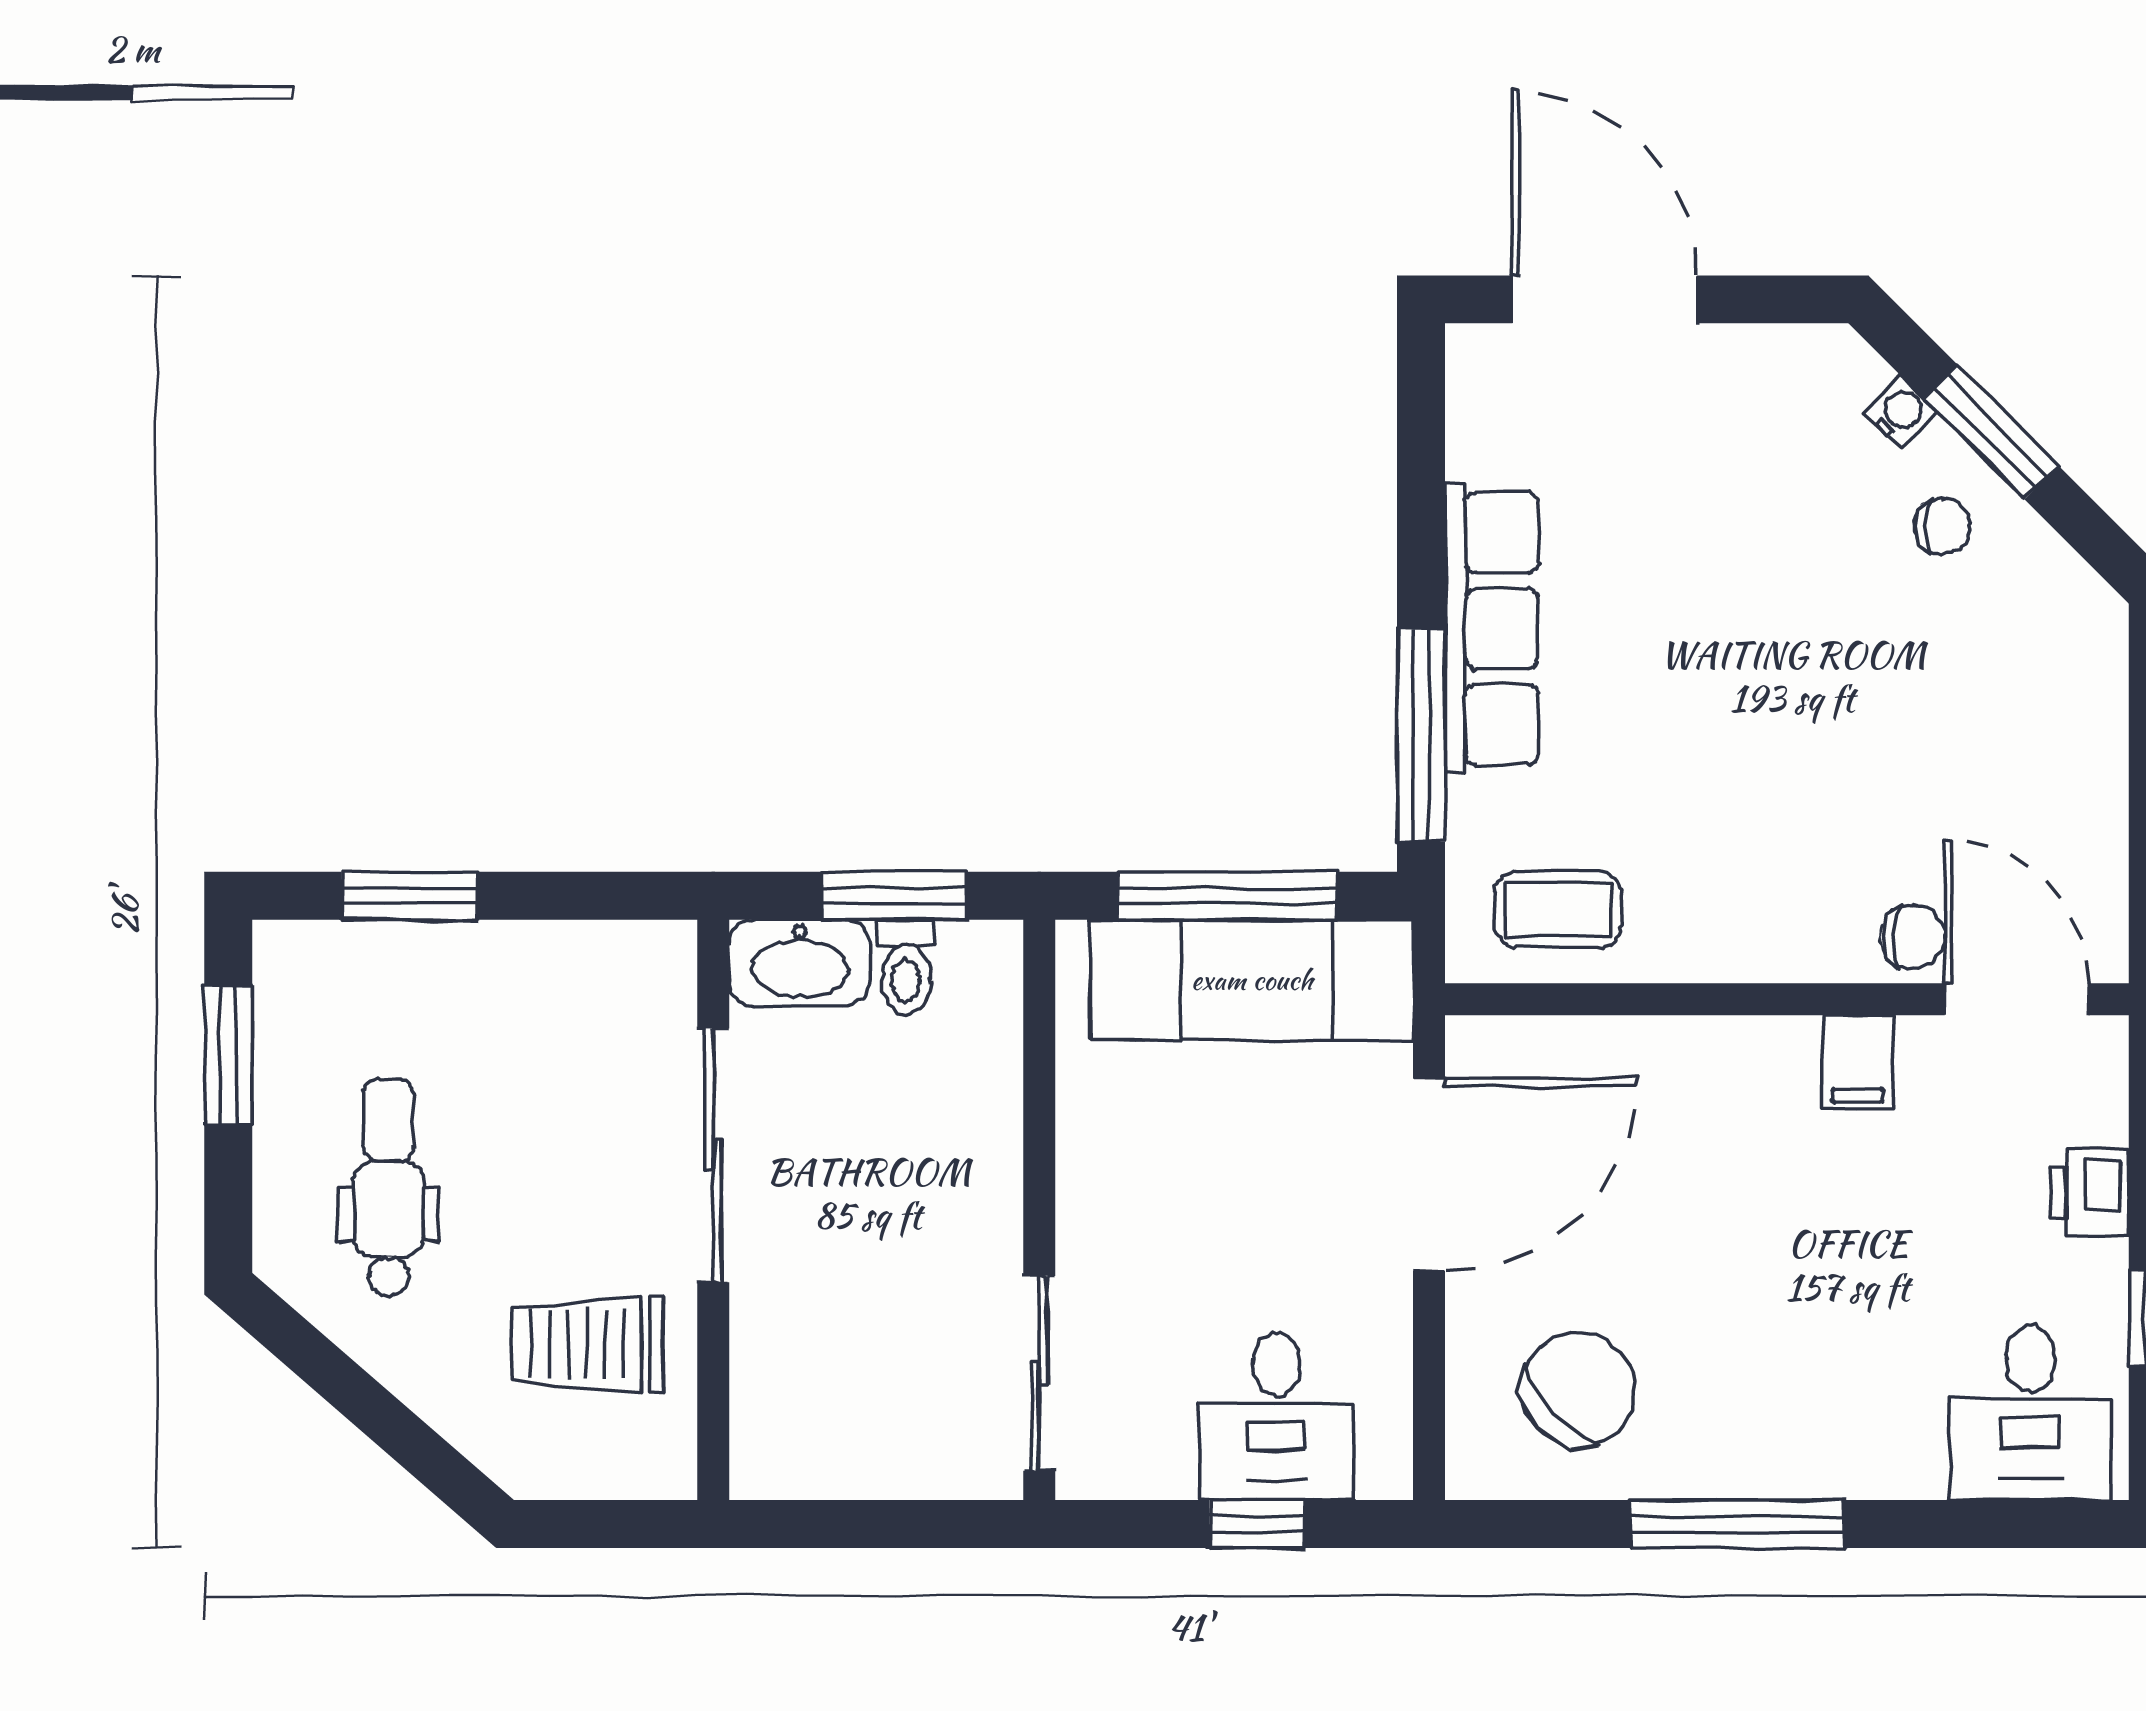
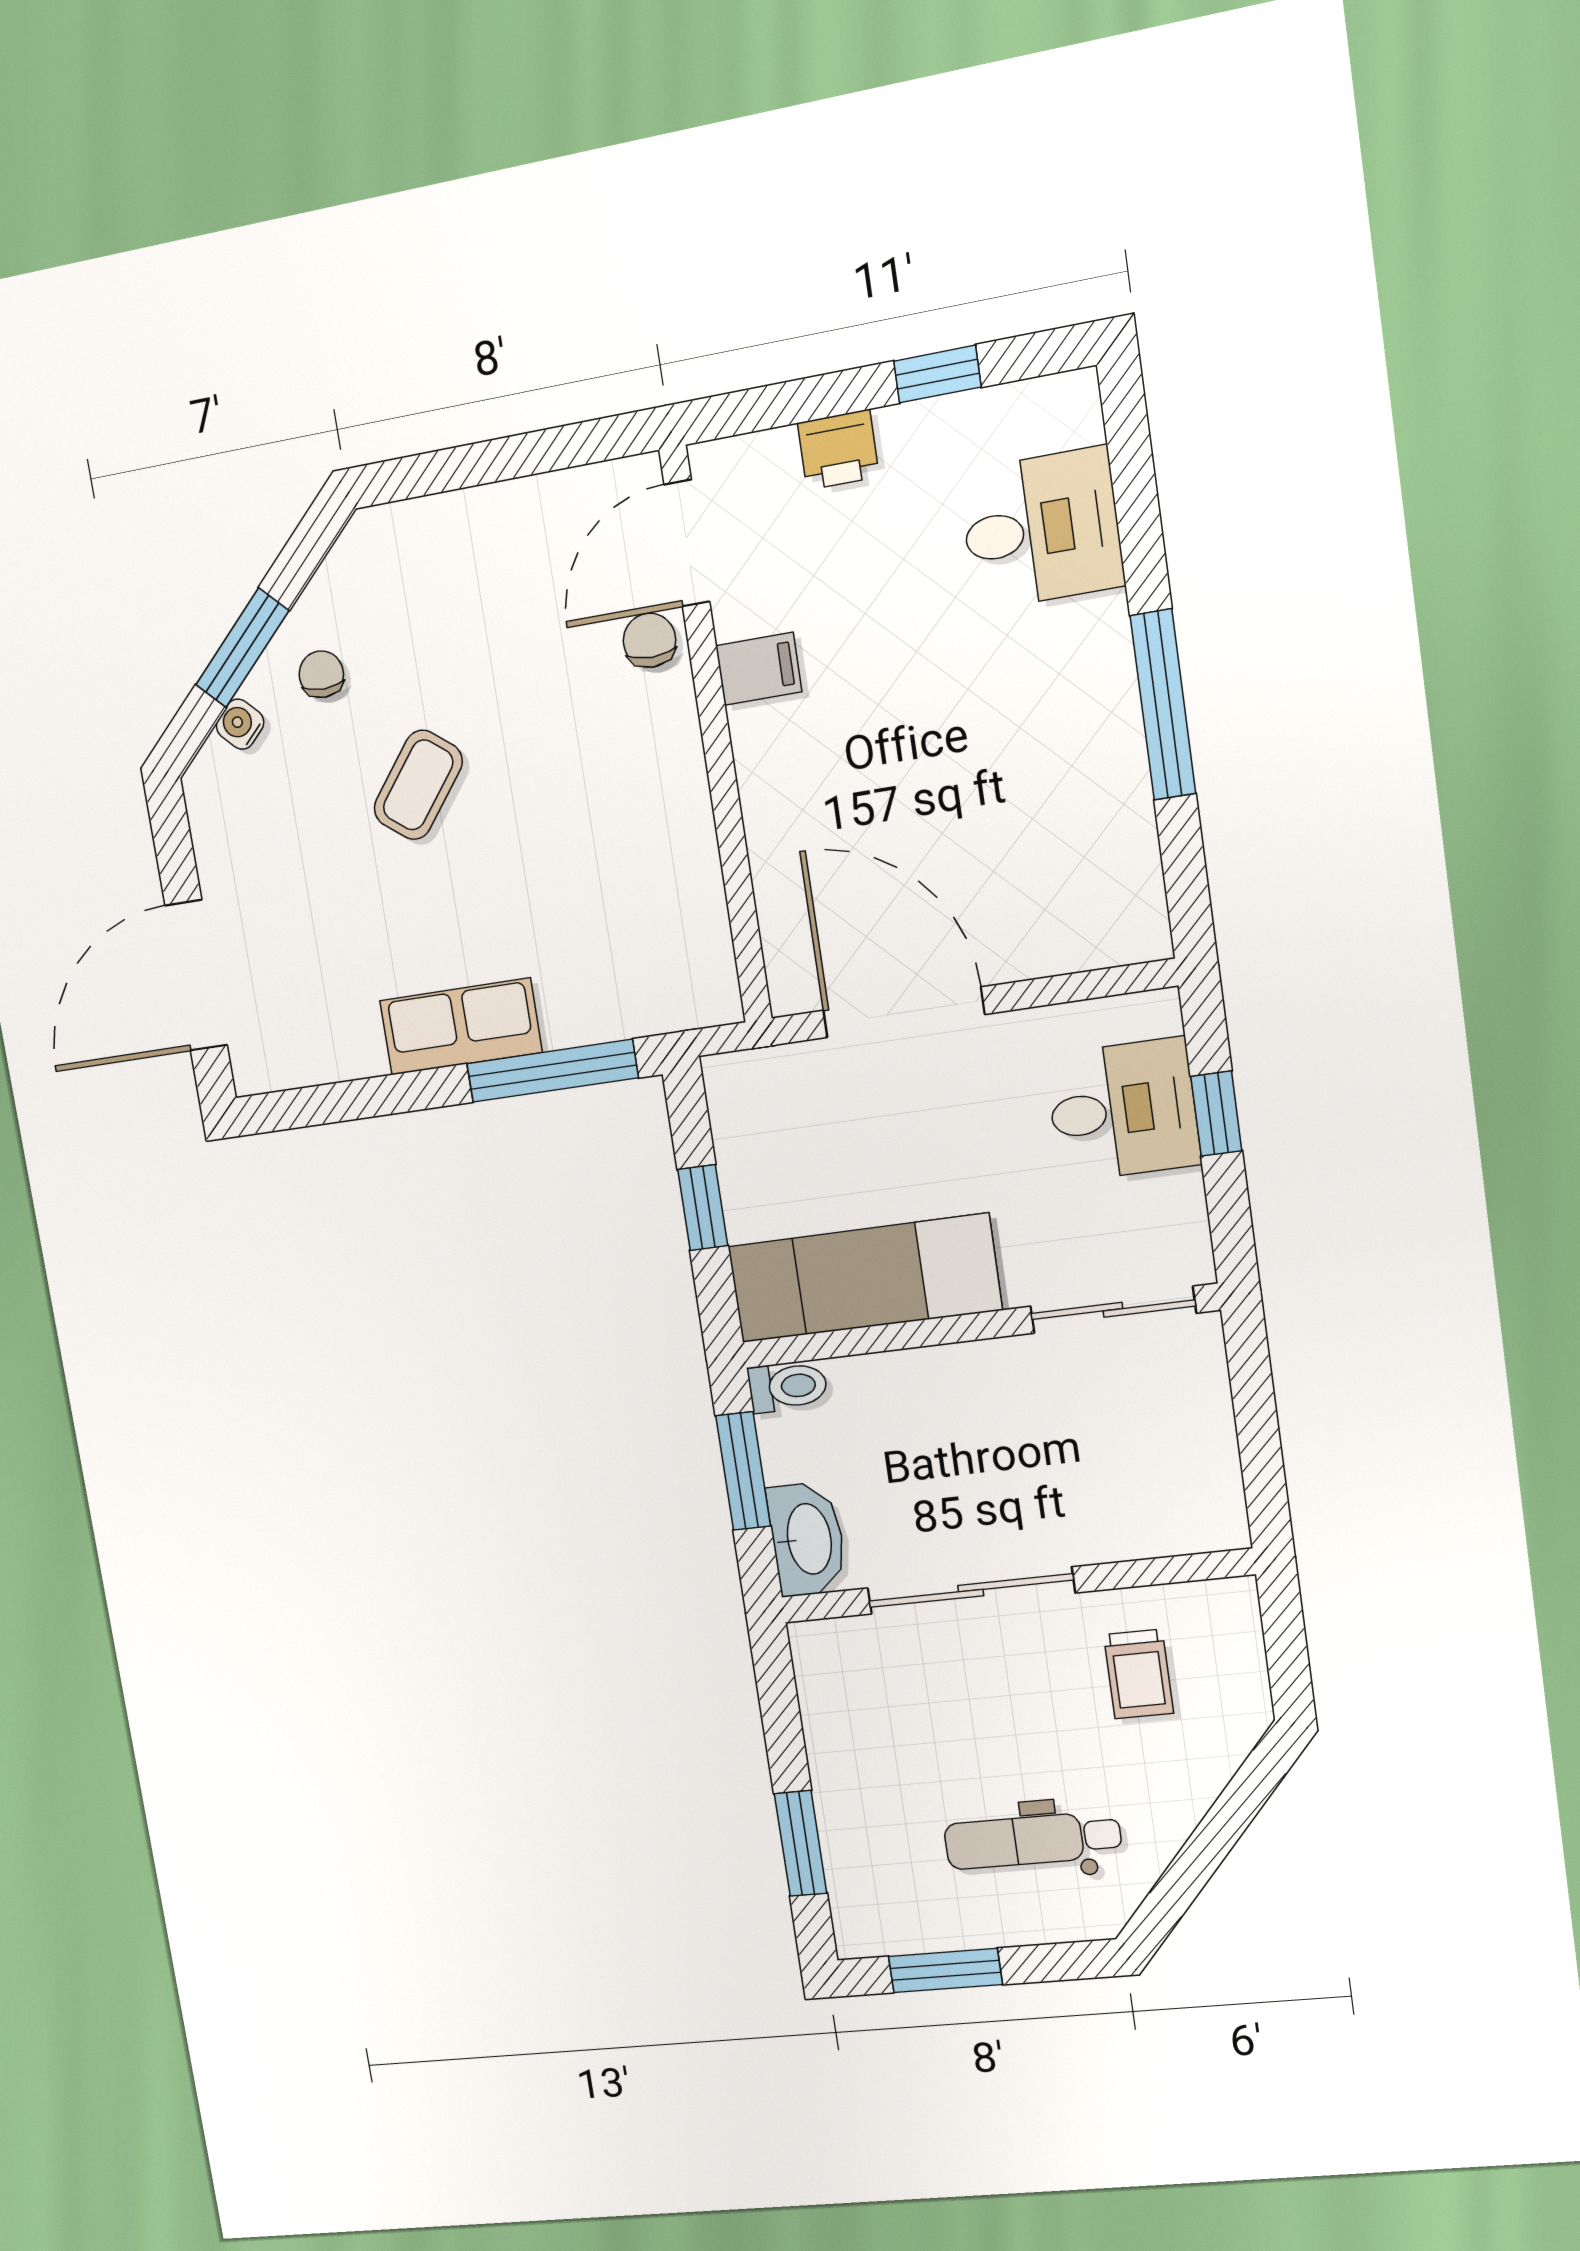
row of seats: (1492, 629) -> (461, 1027), width x0.68
window: (1228, 896) -> (703, 1208), width x0.46
coffee table: (1558, 909) -> (418, 785), moved, turned 38
toilet: (906, 967) -> (788, 1387), moved
exam couch: (1252, 980) -> (864, 1278), moved, turned -90
trolley: (588, 1344) -> (1138, 1674), width x0.73, depth x0.72
chair: (1579, 1389) -> (1065, 860), removed
desk: (2031, 1413) -> (1041, 529), moved

